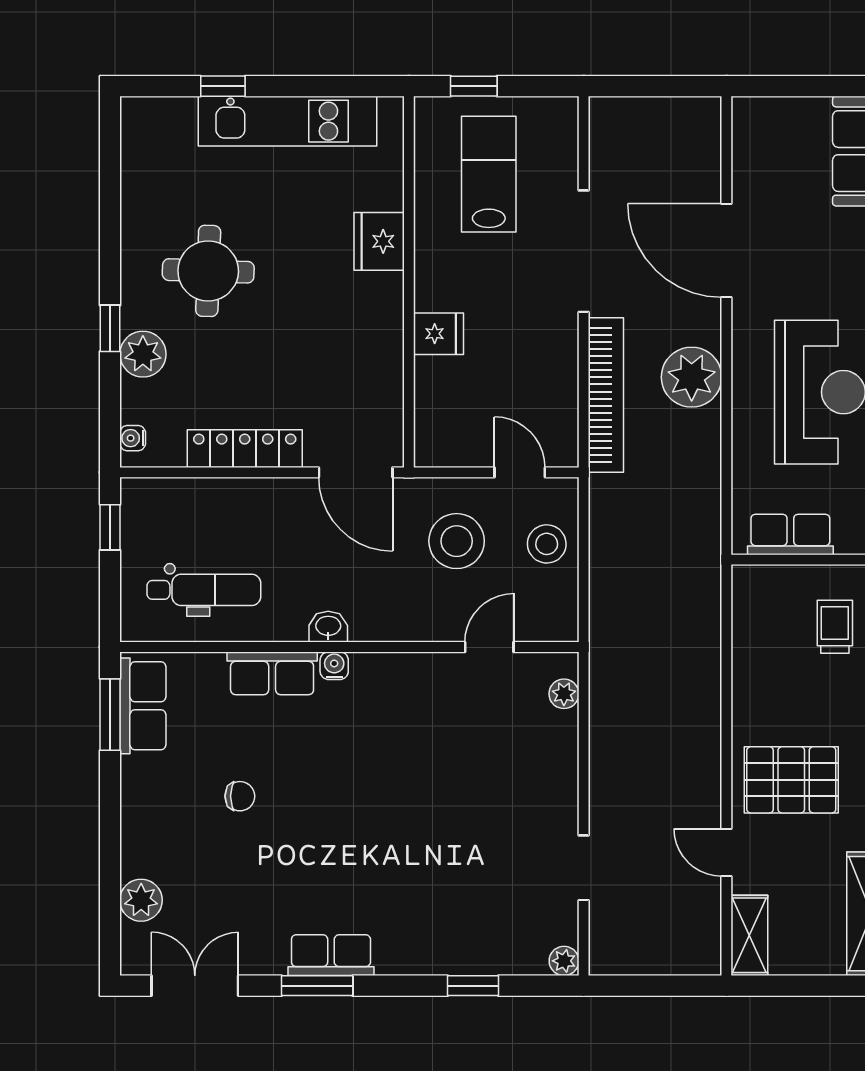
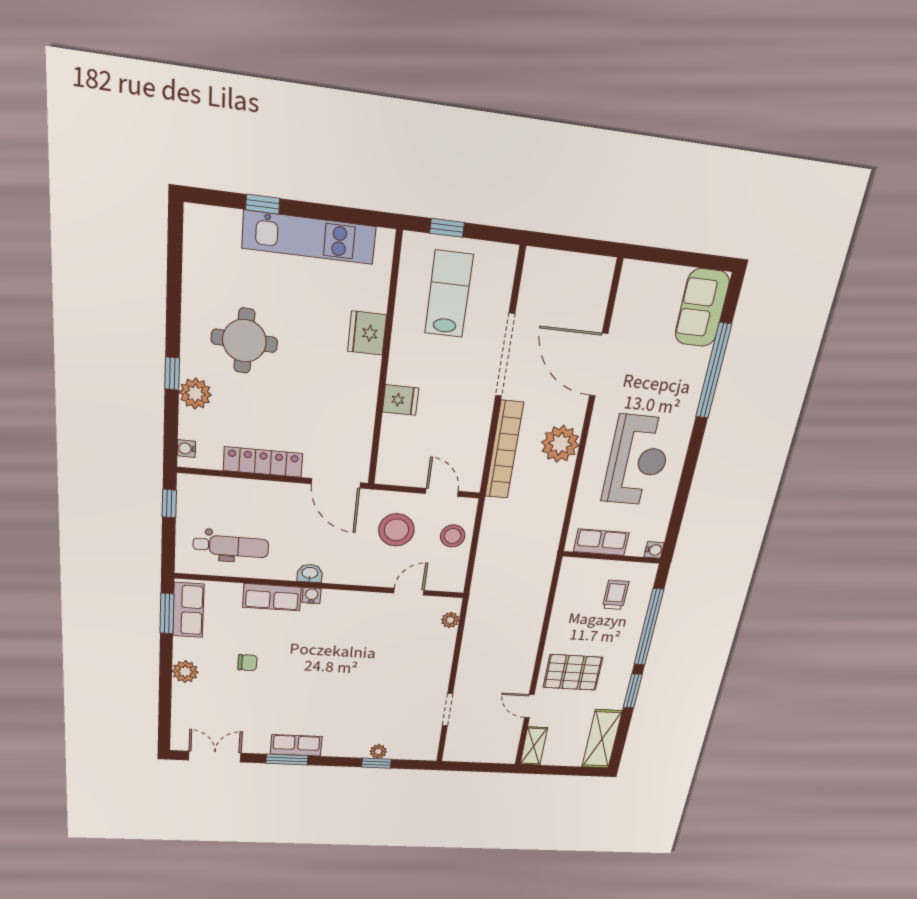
plant: (141, 900) -> (185, 672), moved
plant: (564, 961) -> (378, 751), moved

